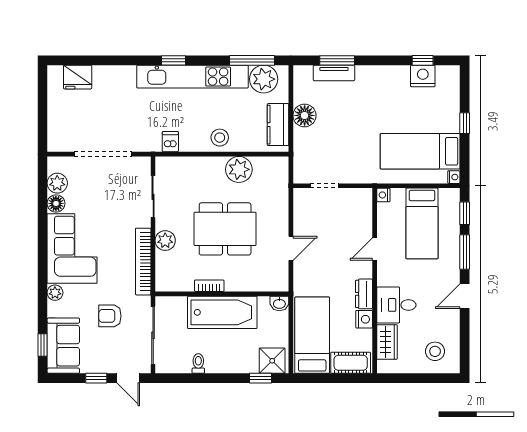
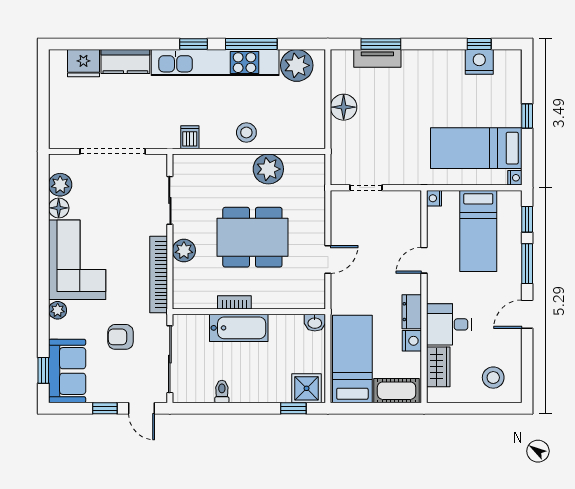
window: (252, 60) -> (251, 44), moved
kitchen counter: (278, 125) -> (125, 61), moved, turned -90
bathtub: (222, 312) -> (239, 328), width x0.73, depth x0.73

